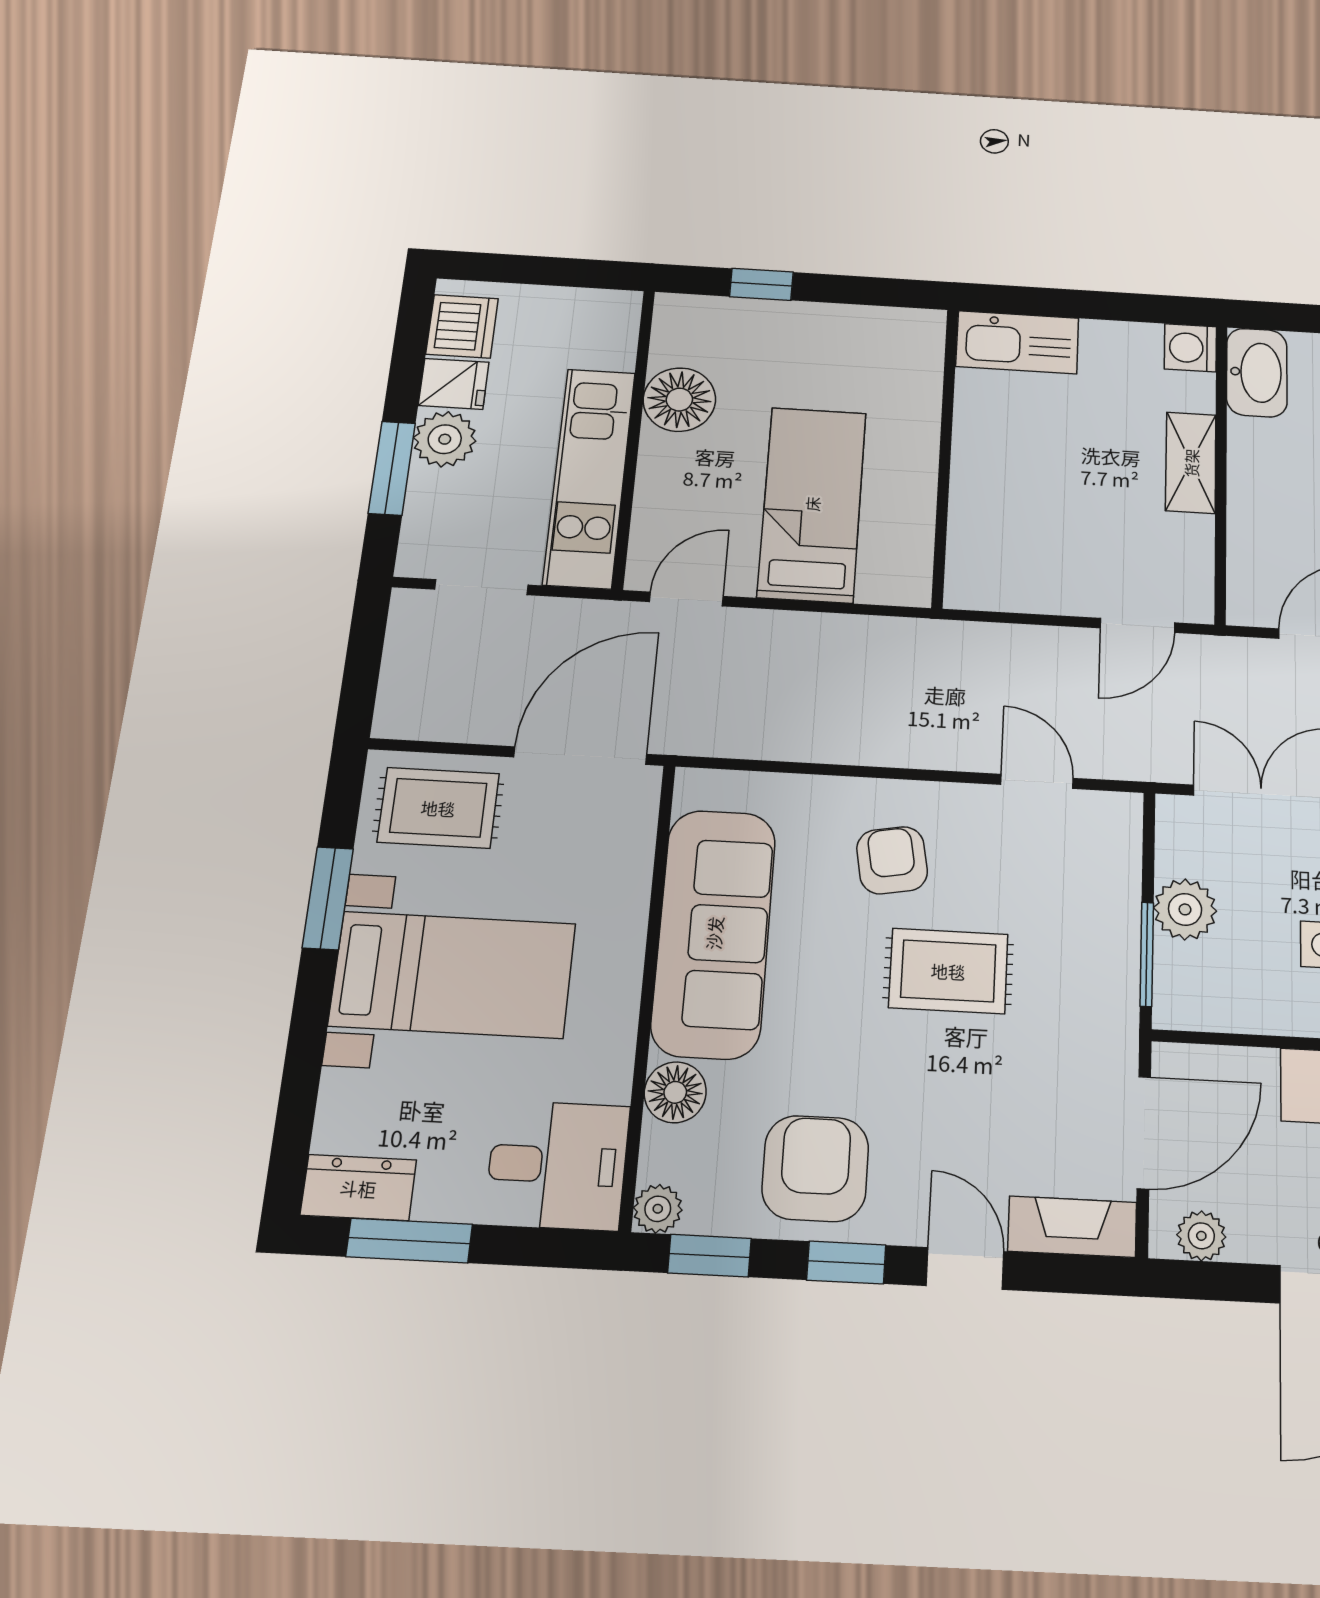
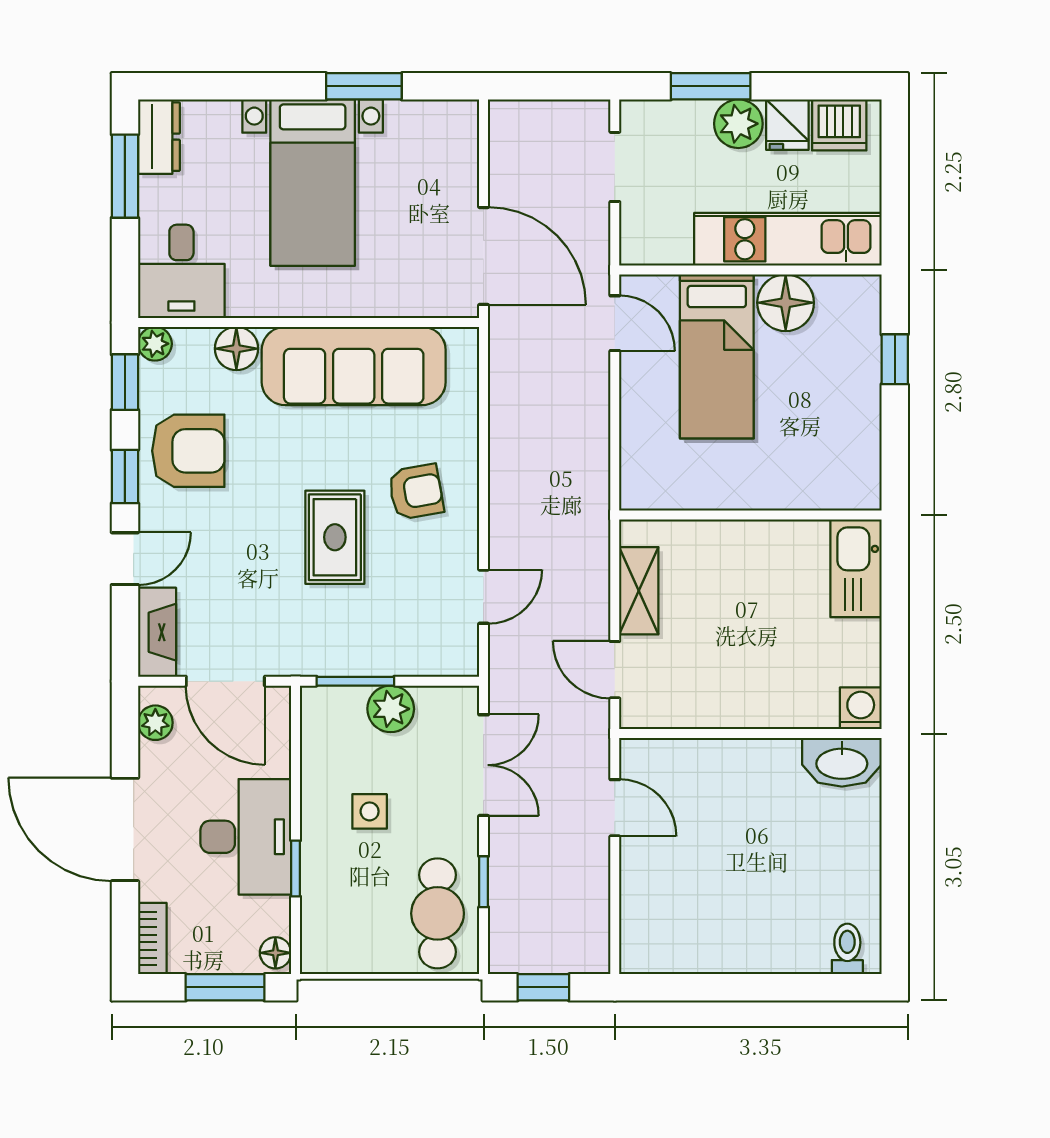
shelving: (1191, 463) -> (639, 591), moved, turned 90
kitchen unit: (589, 477) -> (788, 239), moved
bed: (812, 504) -> (717, 356), moved, turned 90
rug: (438, 808) -> (437, 157), removed

